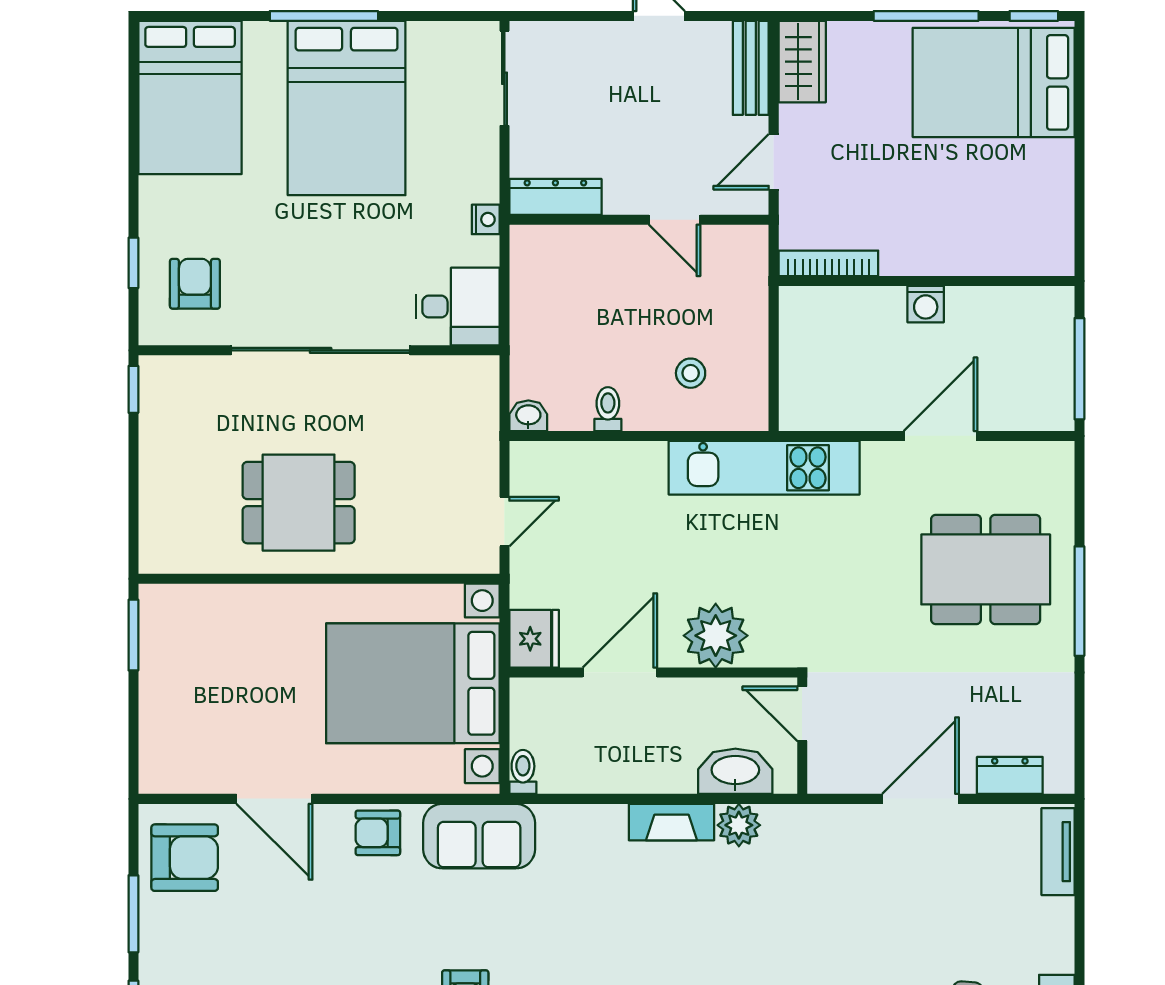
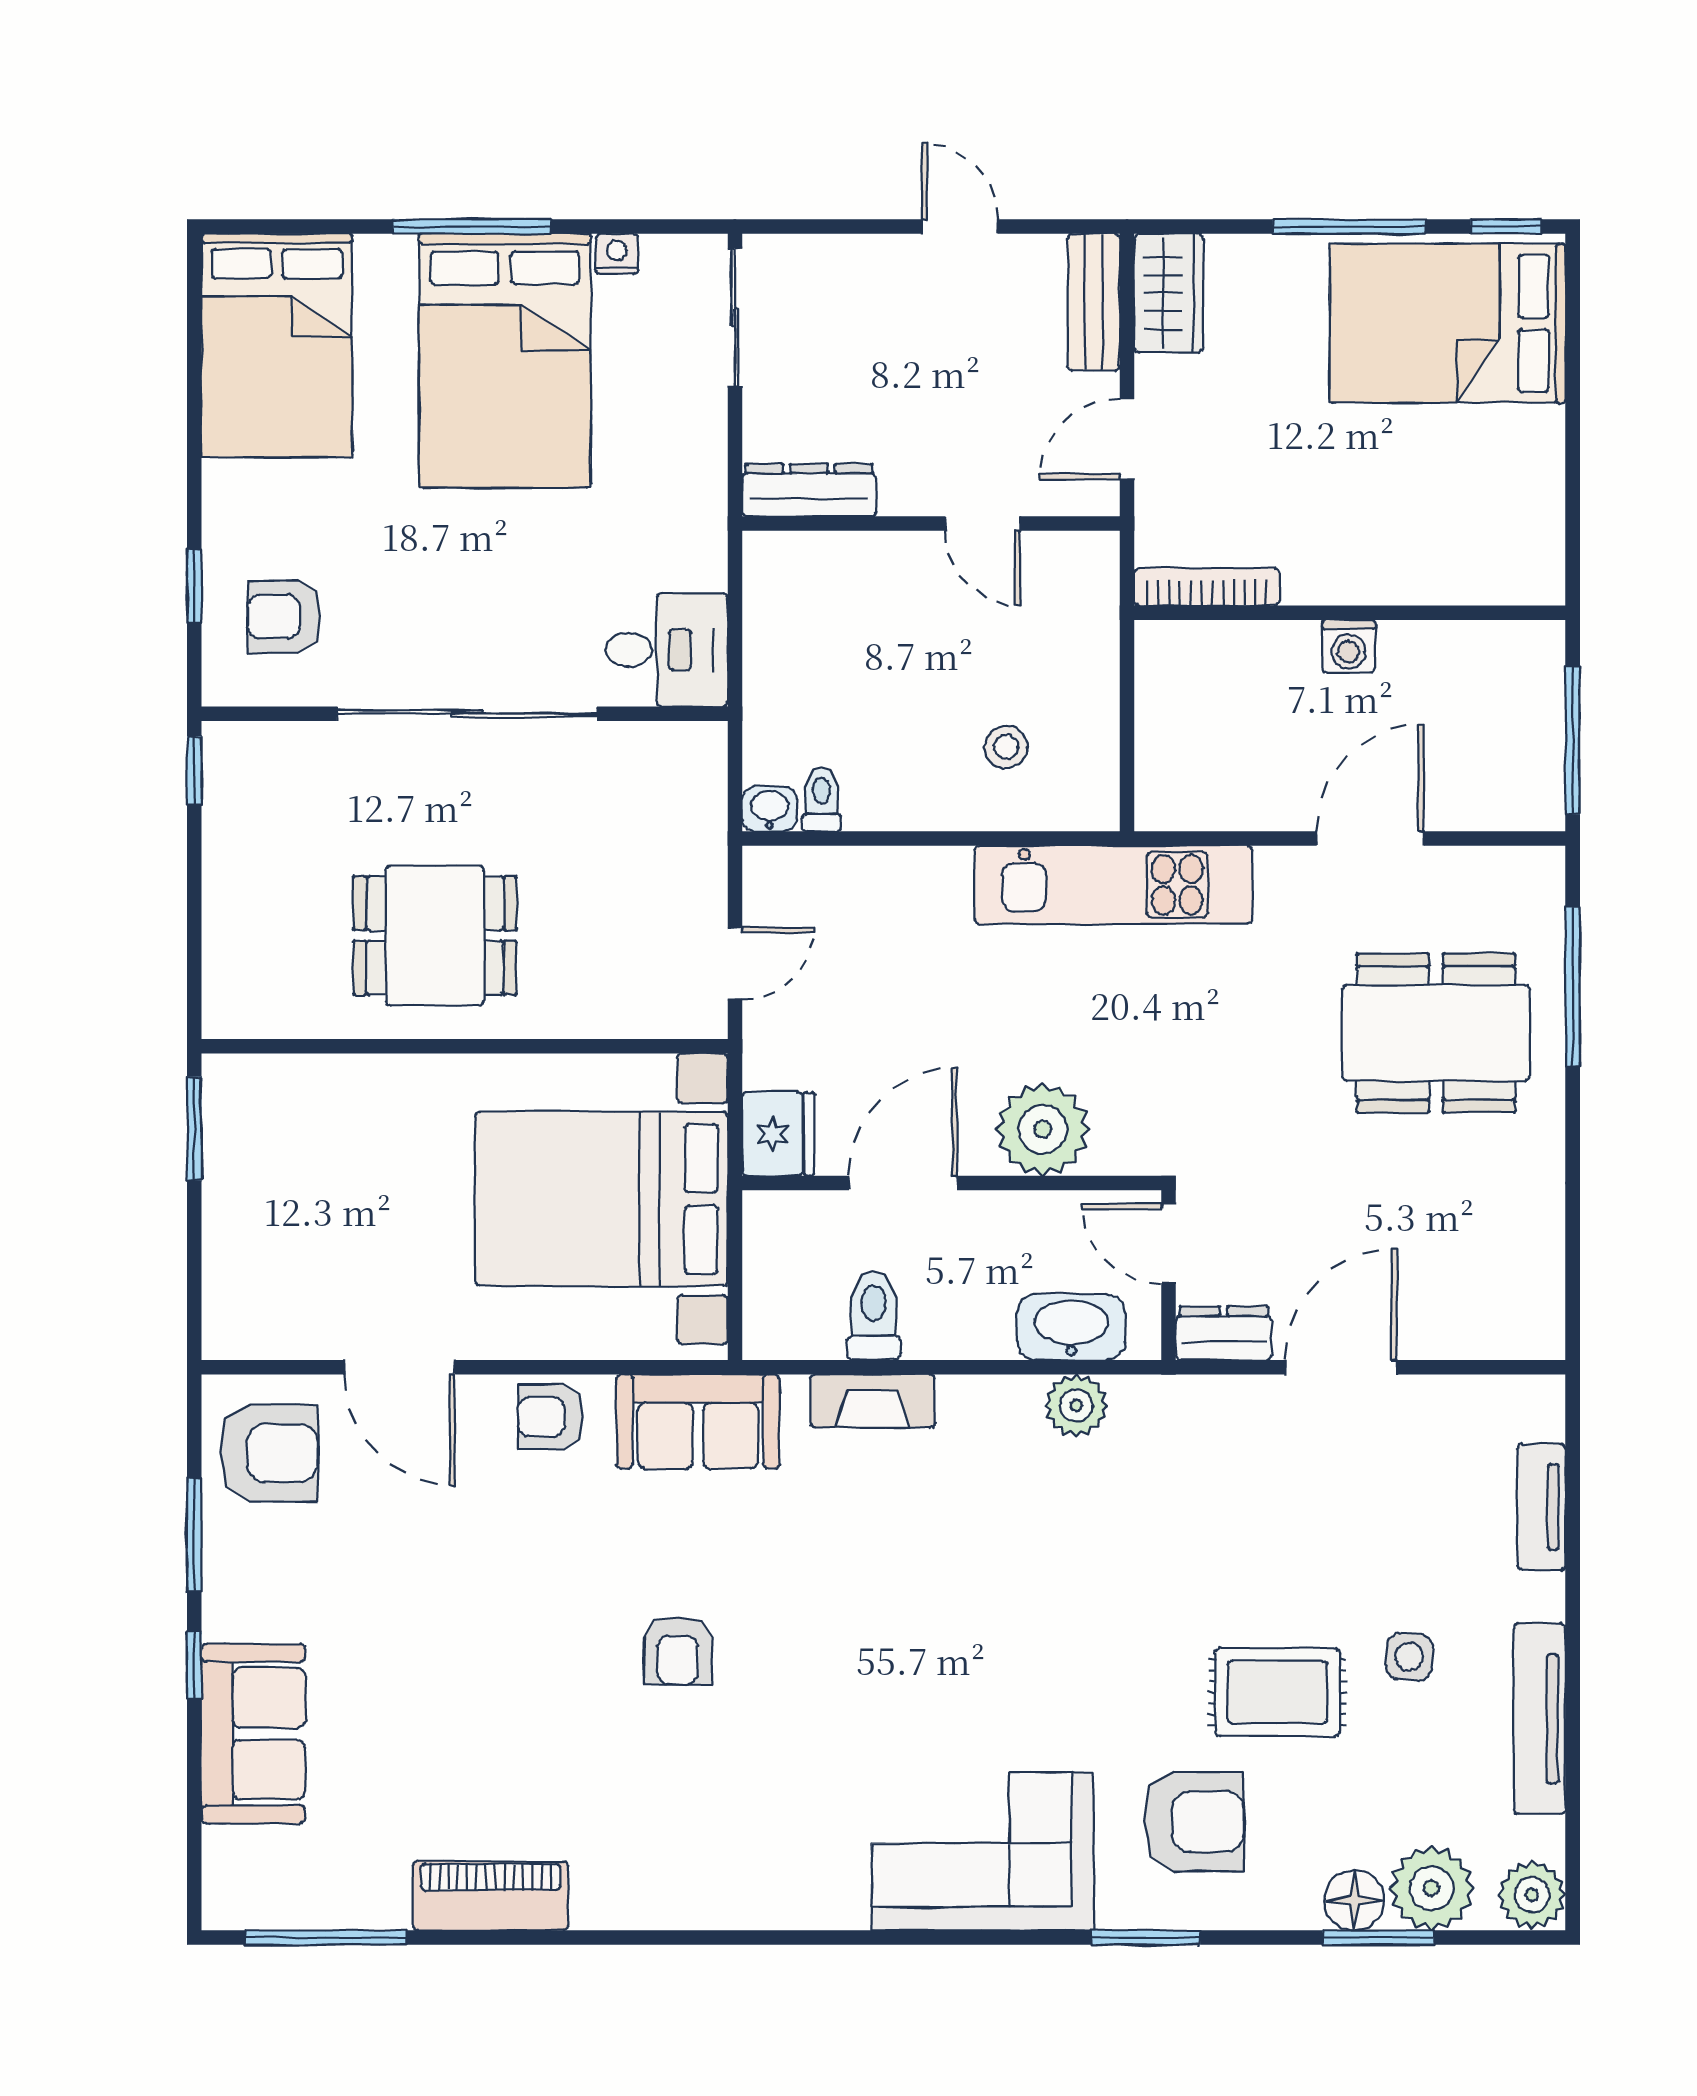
nightstand: (486, 219) -> (617, 254), moved, turned -90
armchair: (195, 284) -> (284, 617), turned -90
toilet: (608, 409) -> (822, 799), moved
window: (1079, 601) -> (1573, 987), moved
toilet: (523, 772) -> (874, 1316), moved, width x1.37, depth x1.39
dresser: (1010, 775) -> (1224, 1333), moved
fireplace: (671, 822) -> (873, 1401), moved
tv unit: (1058, 852) -> (1541, 1507), moved

